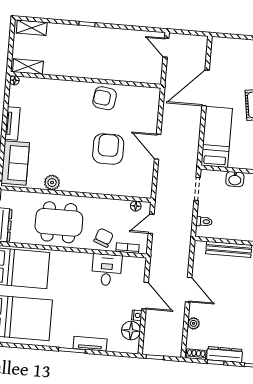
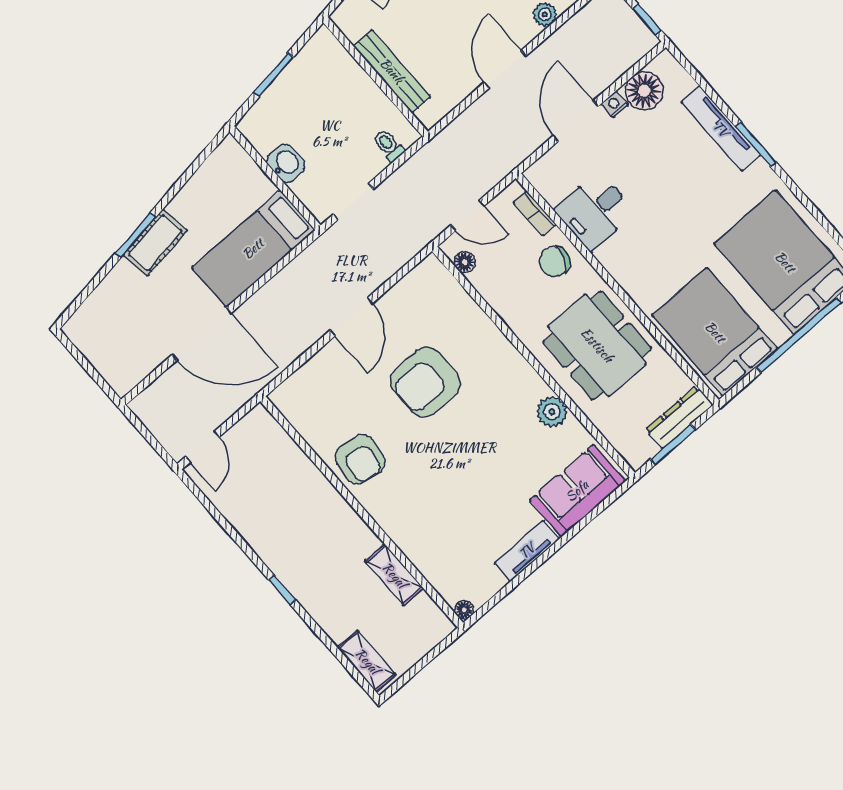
shelving: (28, 67) -> (394, 575), moved
tv unit: (90, 344) -> (721, 129), width x1.41

